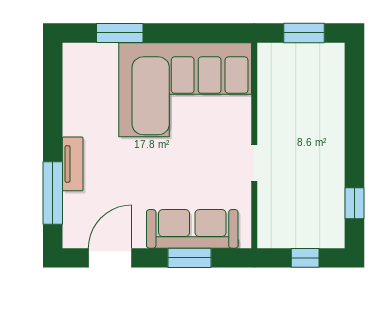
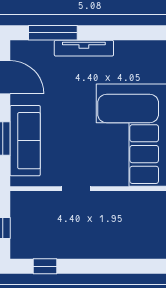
tv unit: (73, 164) -> (84, 48), width x1.41

